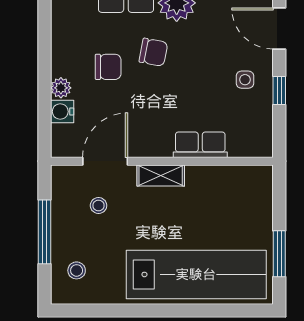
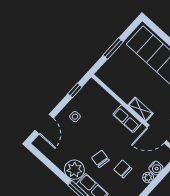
window: (279, 90) -> (75, 90), moved
row of seats: (200, 145) -> (127, 119), moved
window: (279, 254) -> (113, 48), moved

